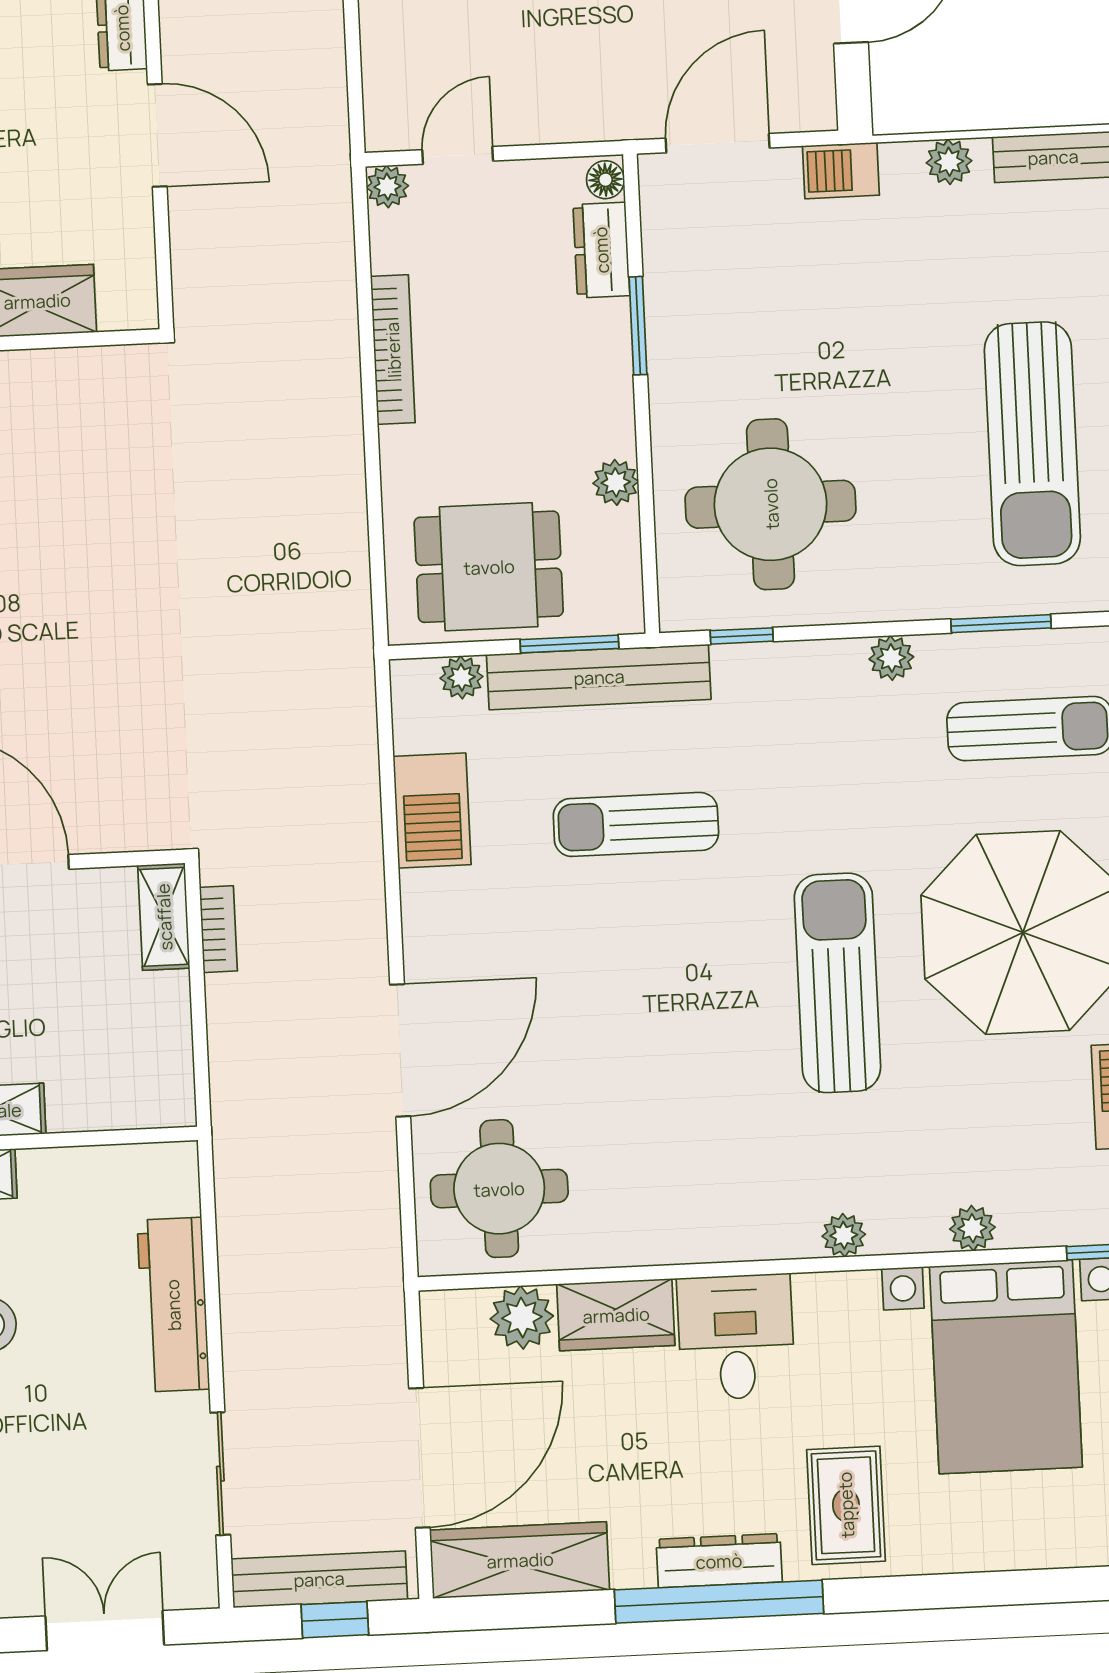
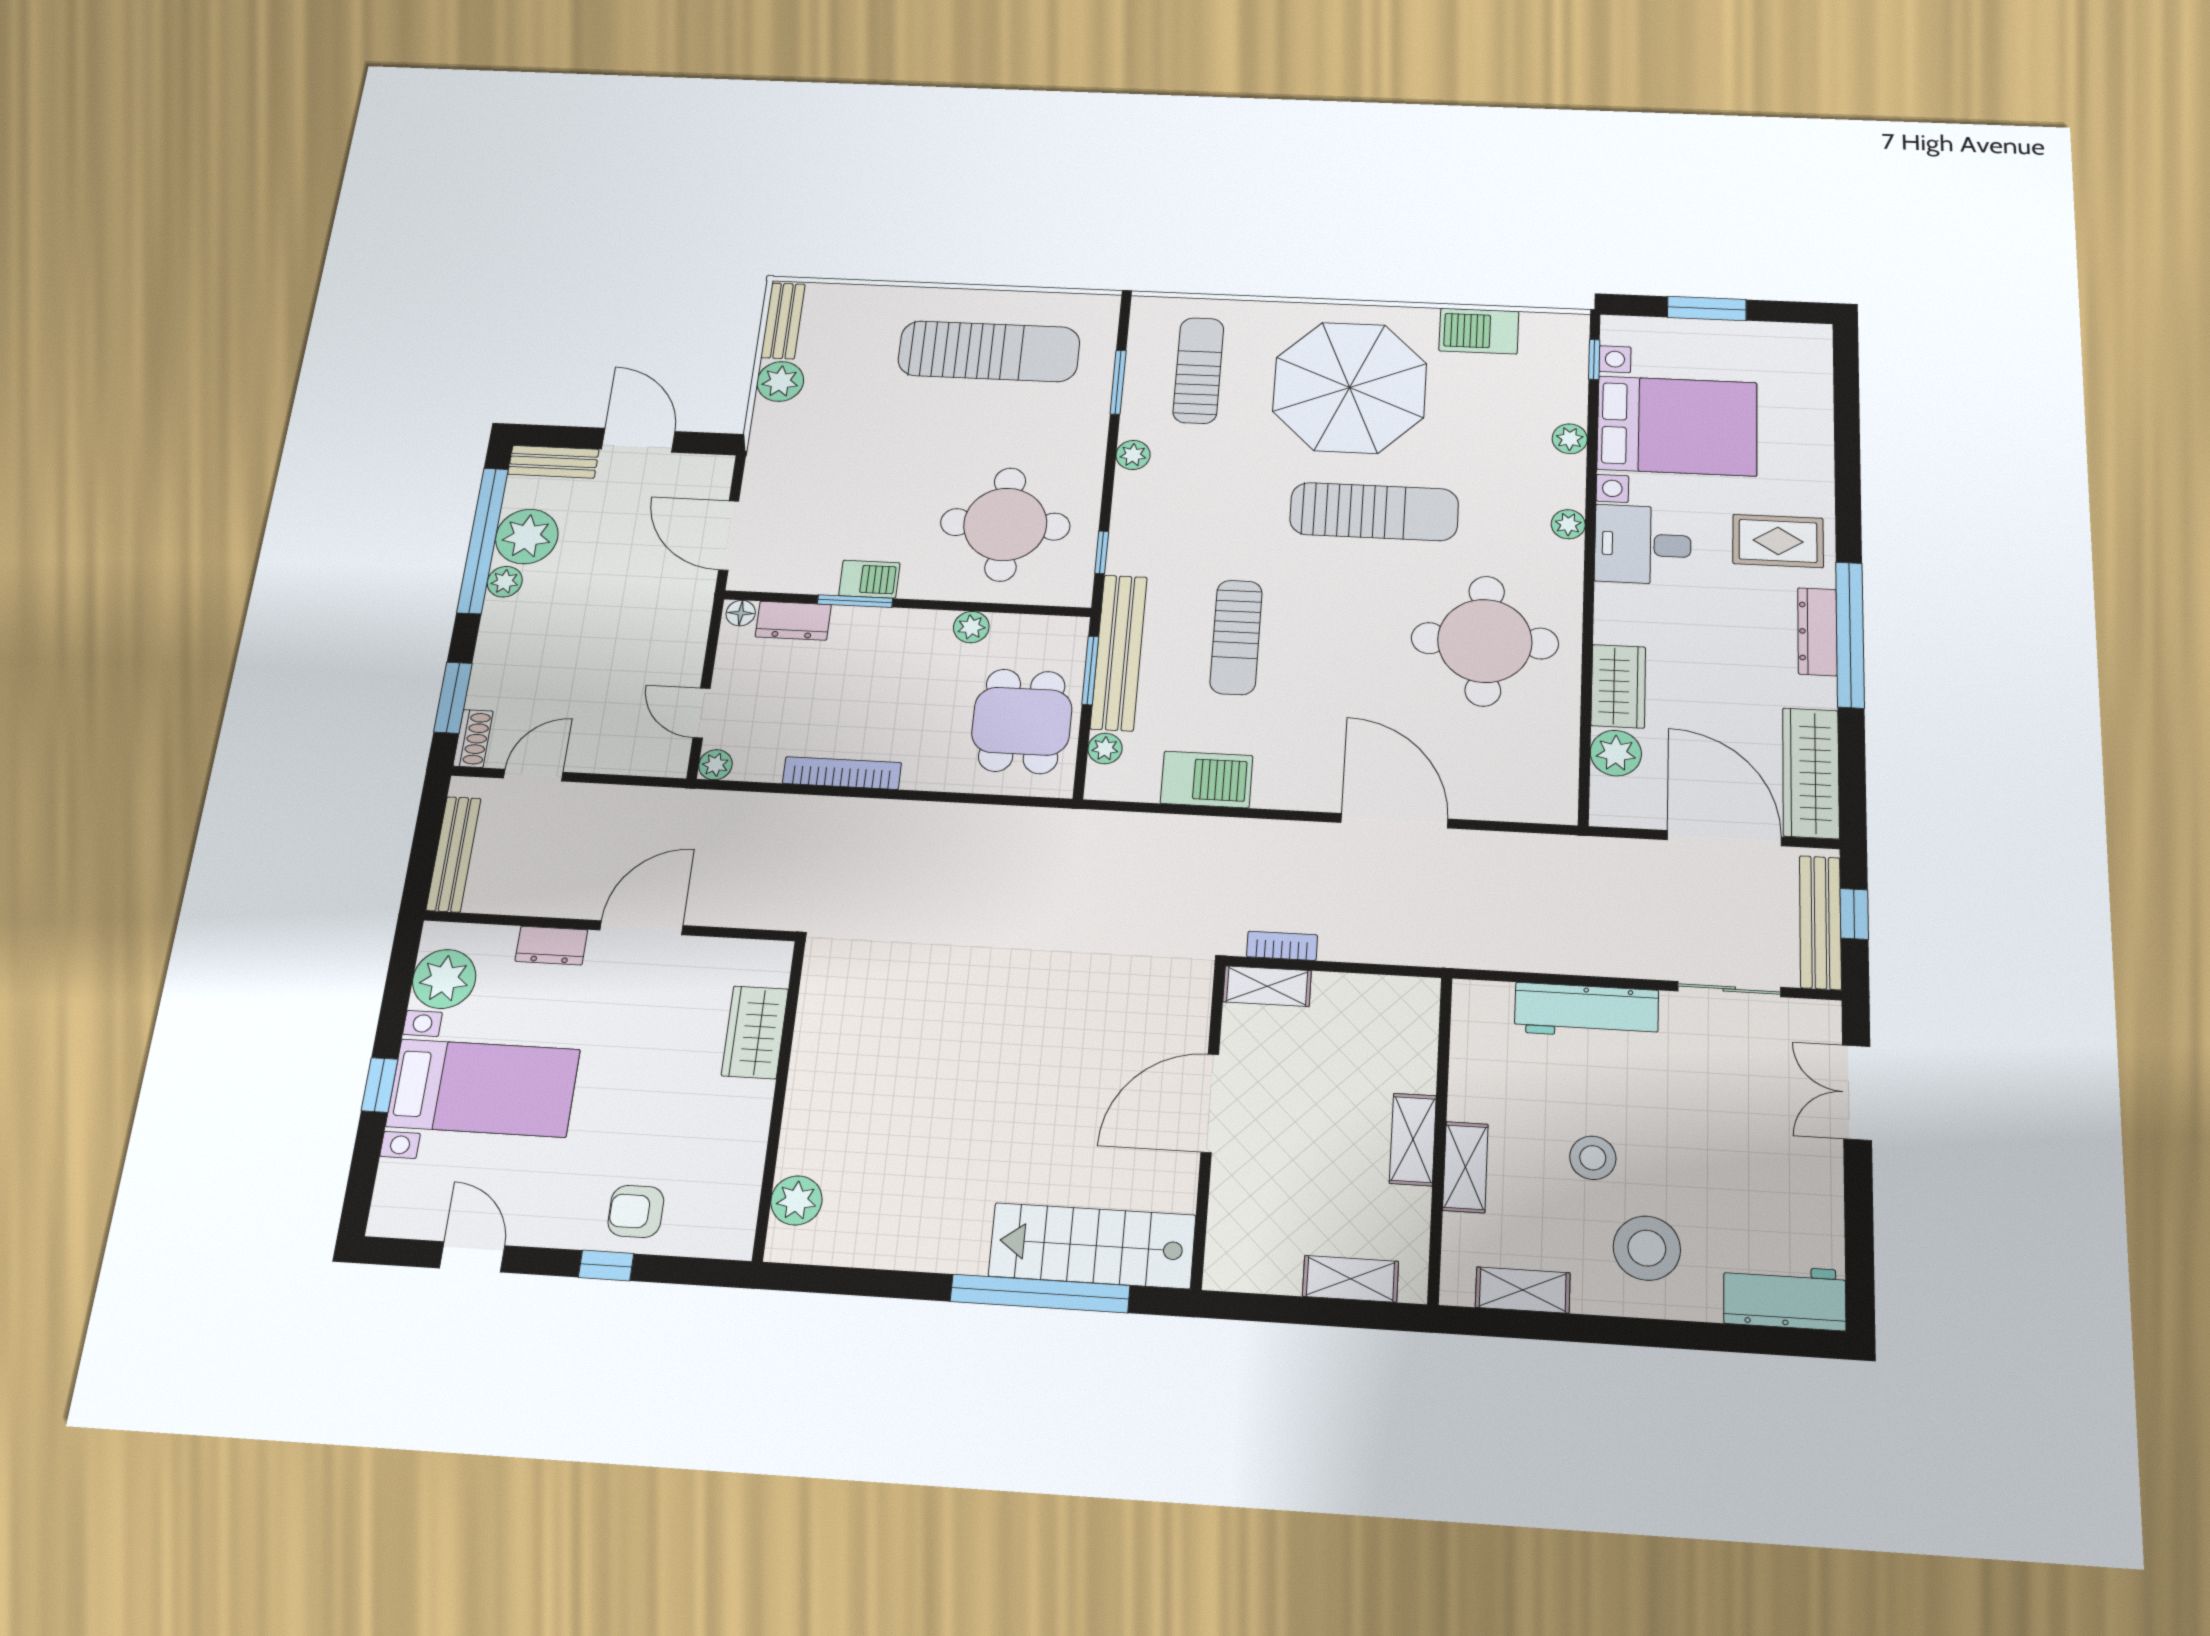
plant: (949, 162) -> (780, 381), width x1.38, depth x1.38
barbecue: (841, 171) -> (869, 579), moved, turned -90
sun lounger: (837, 983) -> (1374, 512), turned 180
round table: (499, 1189) -> (1485, 641), moved, width x1.36, depth x1.36
desk: (736, 1337) -> (1643, 545), moved

